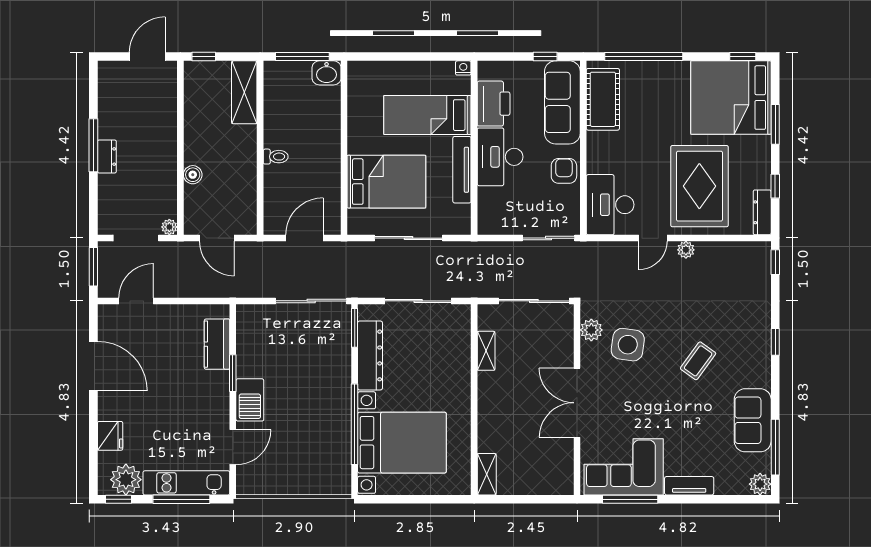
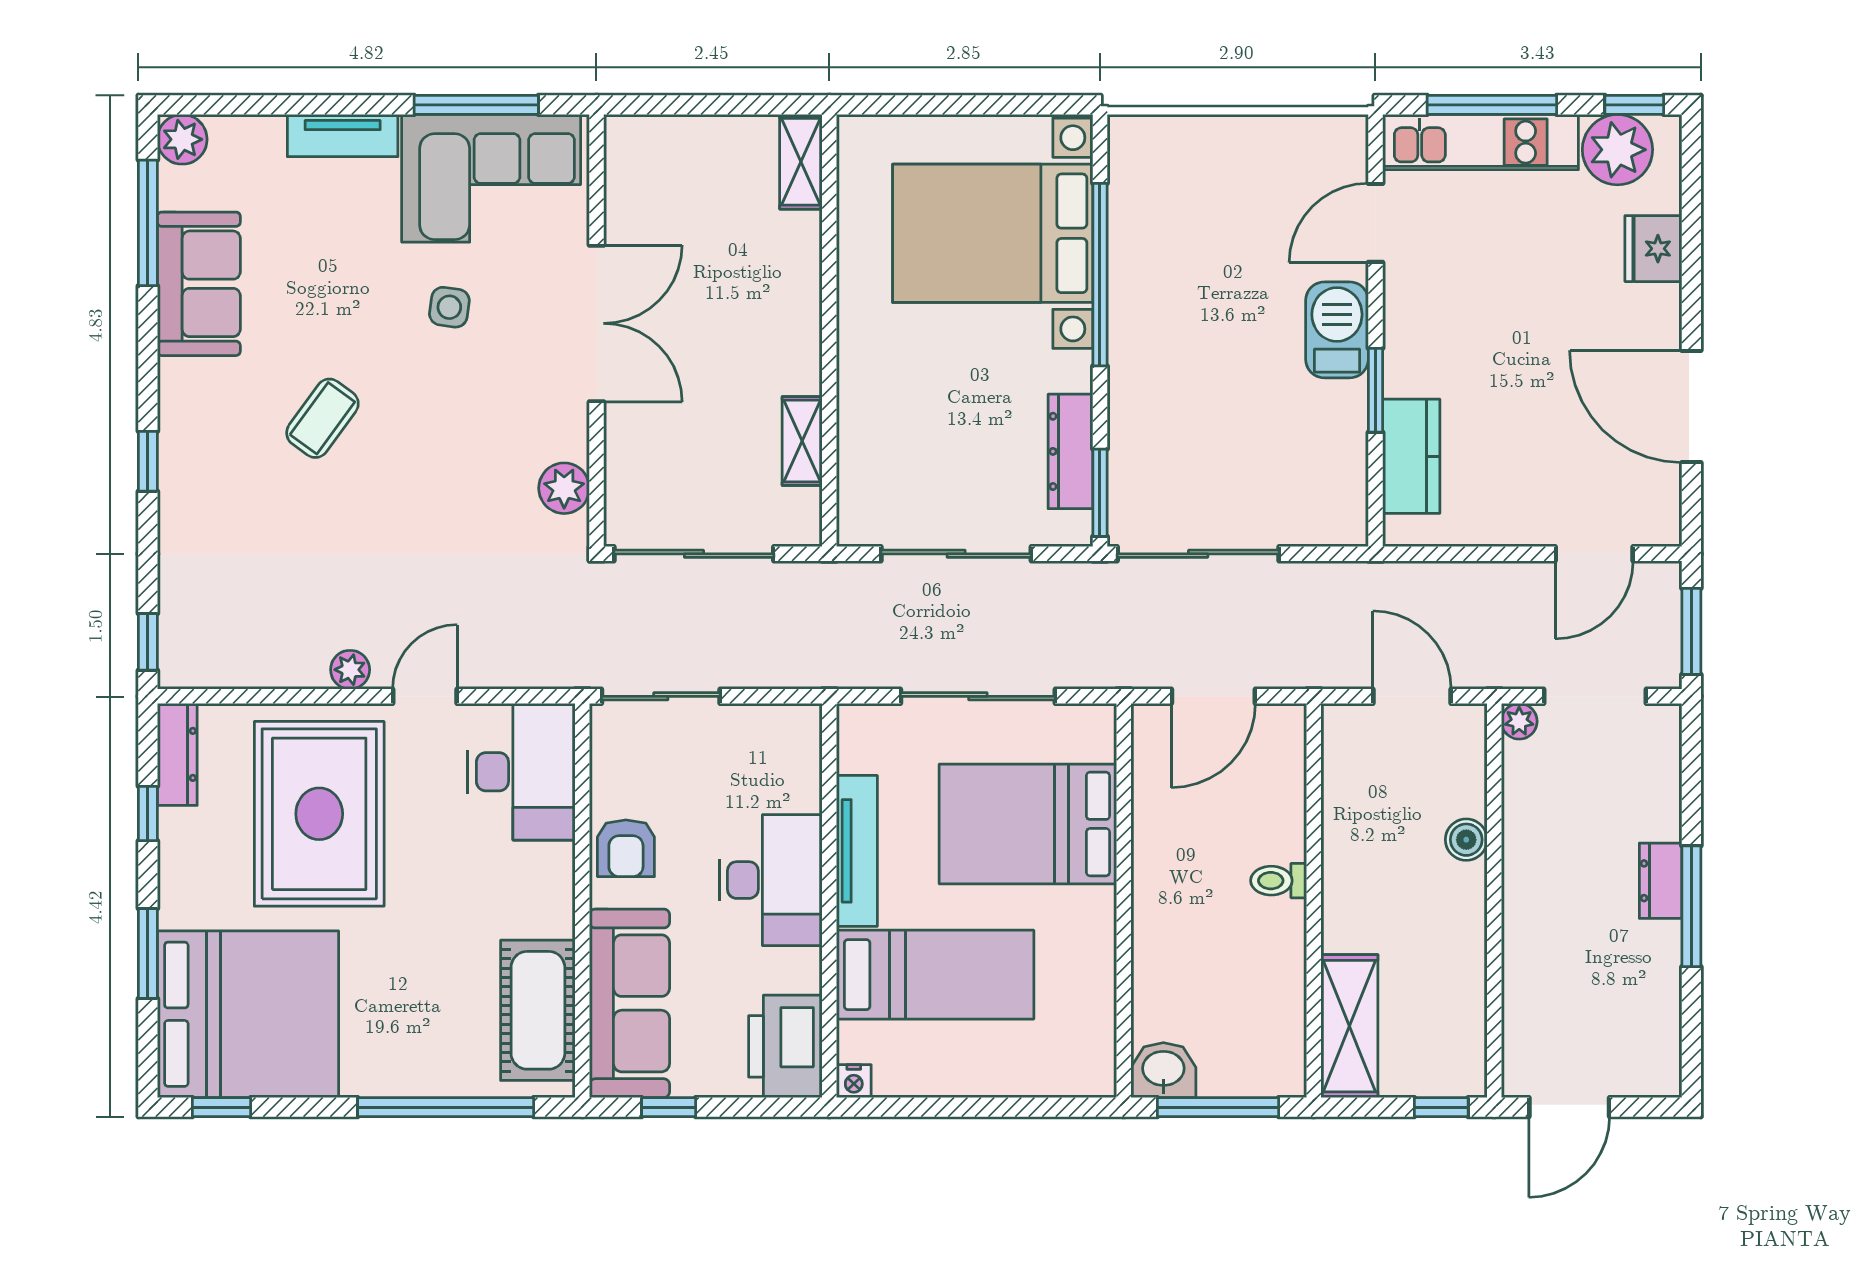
printer: (494, 104) -> (785, 1046), moved
side table: (628, 345) -> (449, 307), moved, width x0.54, depth x0.54
dresser: (370, 355) -> (1070, 451), width x0.73, depth x0.80

